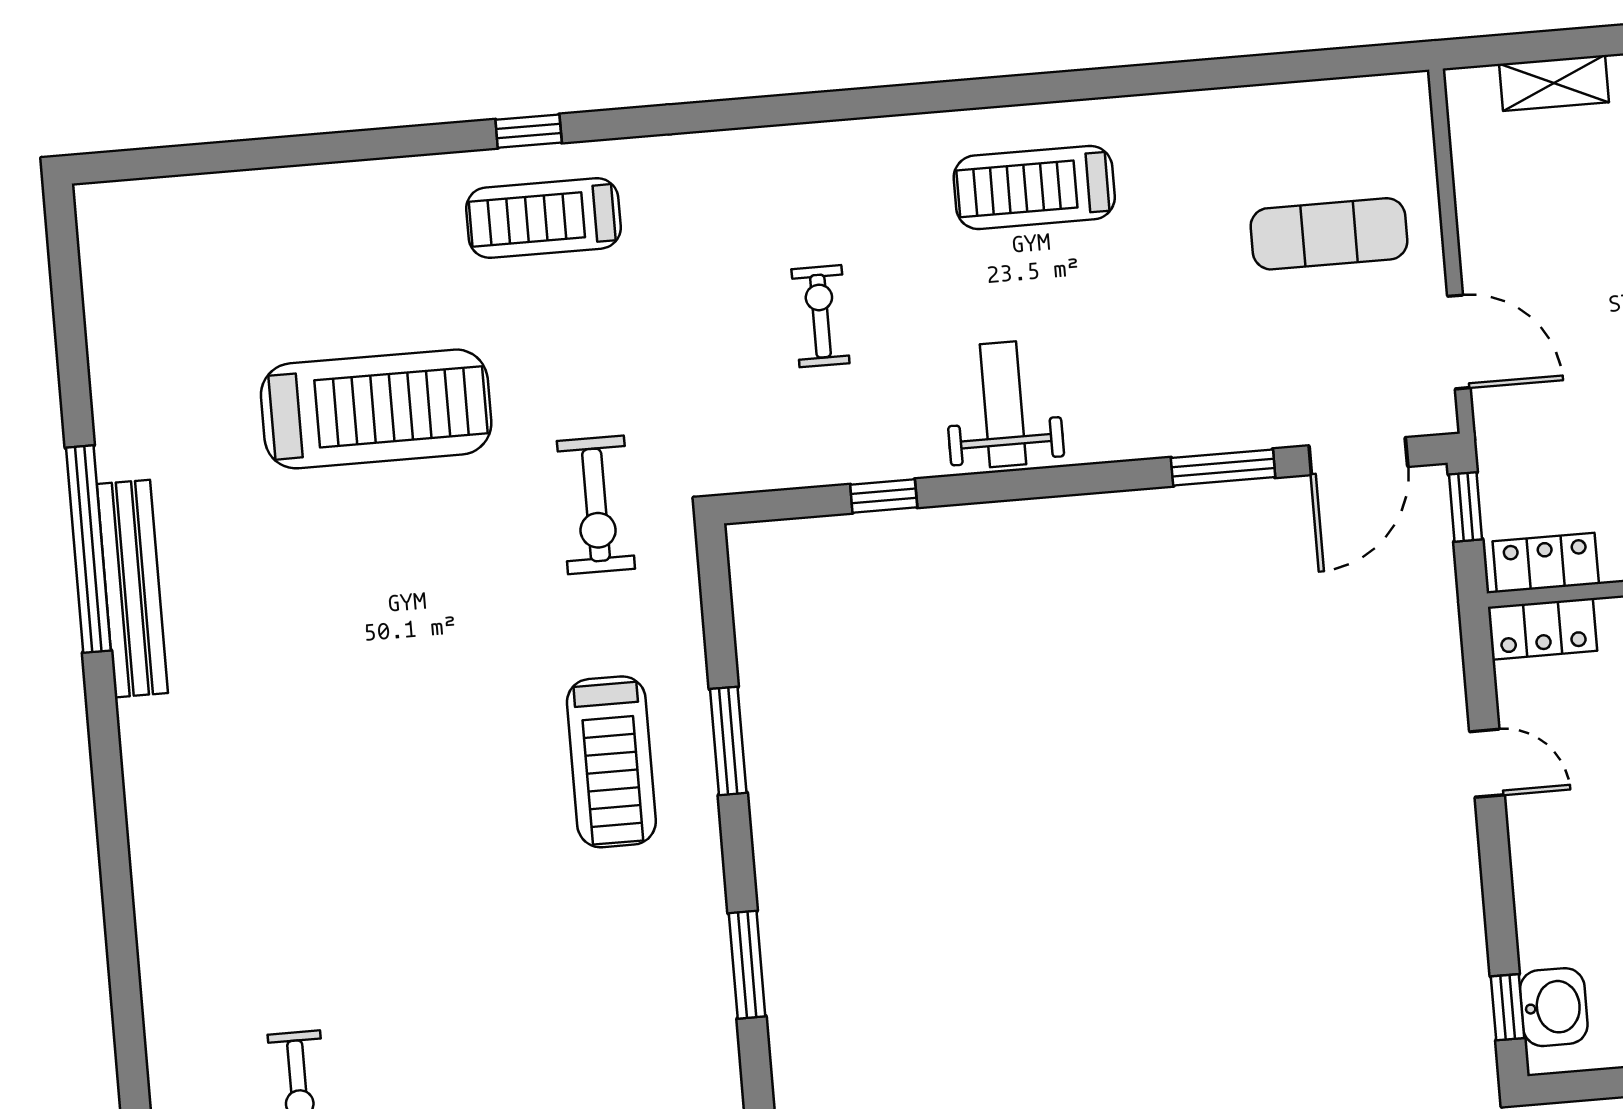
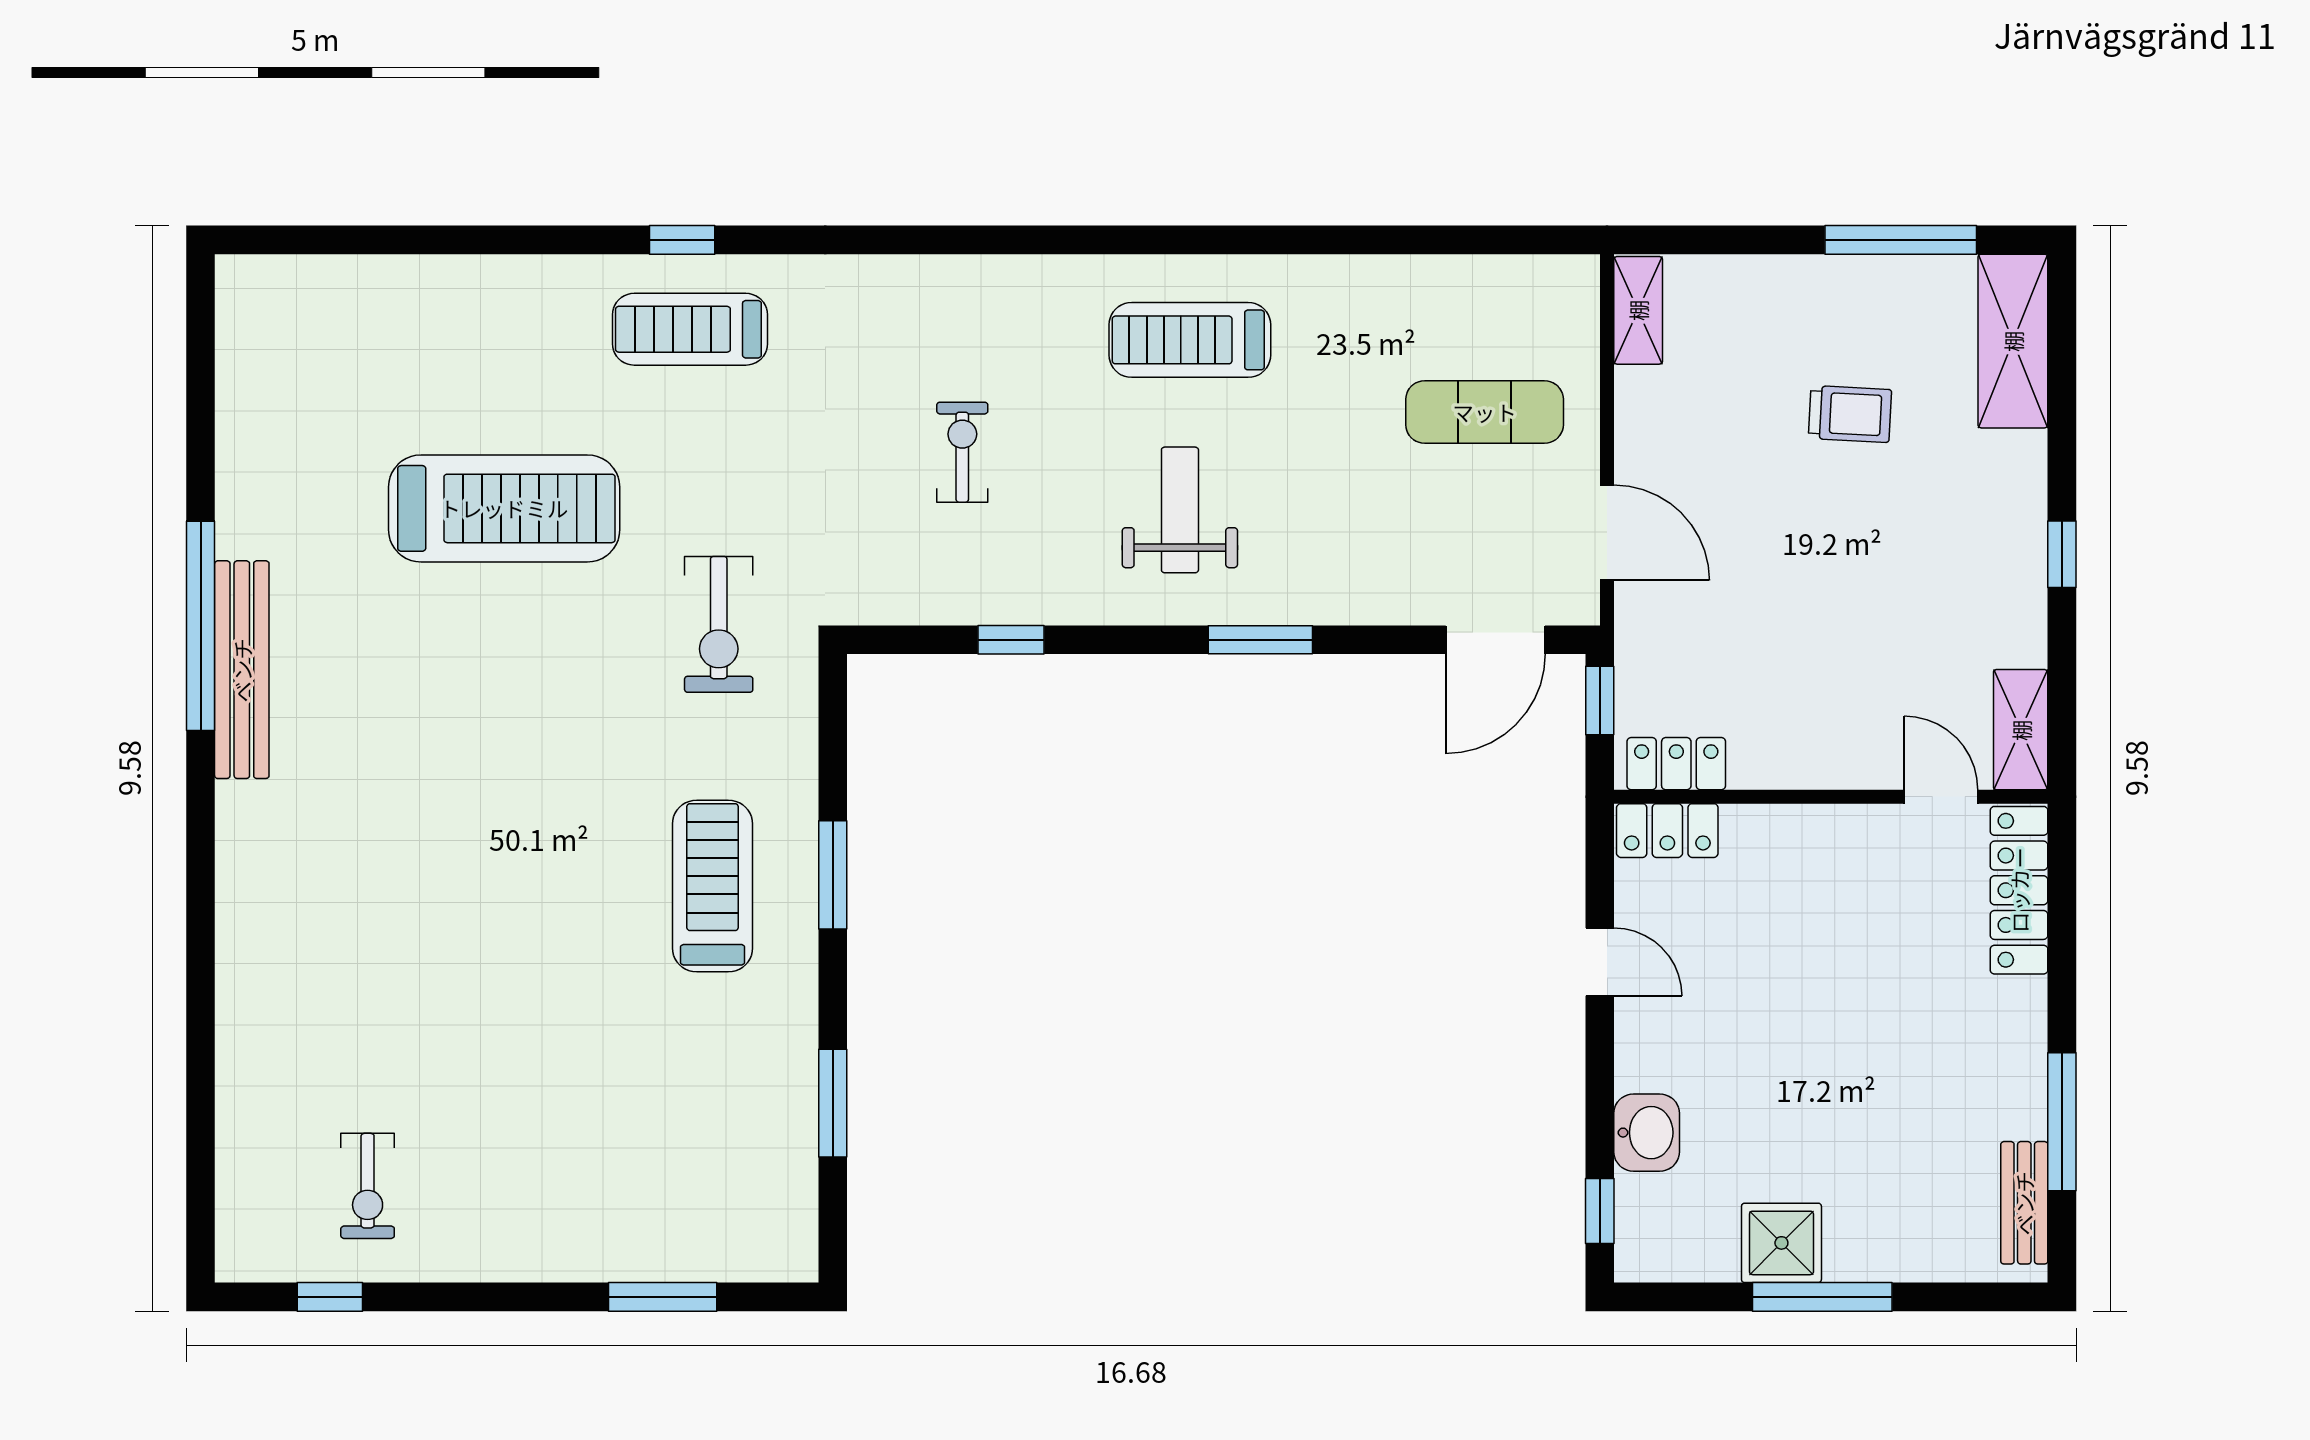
shelving: (1554, 83) -> (1638, 310), moved, turned 90
weight bench: (1003, 404) -> (1180, 510), moved
window: (1223, 467) -> (1260, 640), moved
treadmill: (611, 762) -> (713, 886), turned 180
washbasin: (1554, 1007) -> (1647, 1133), moved

